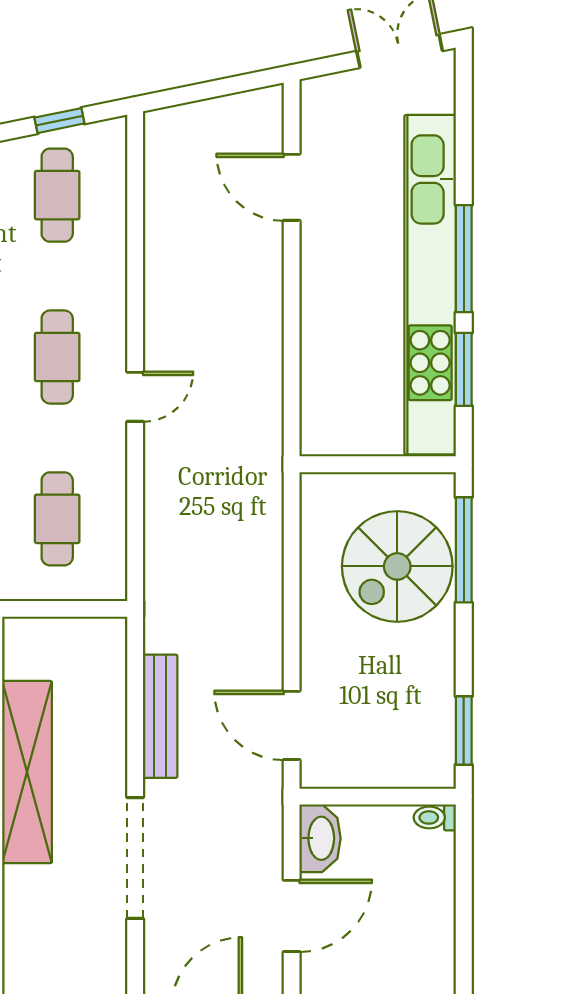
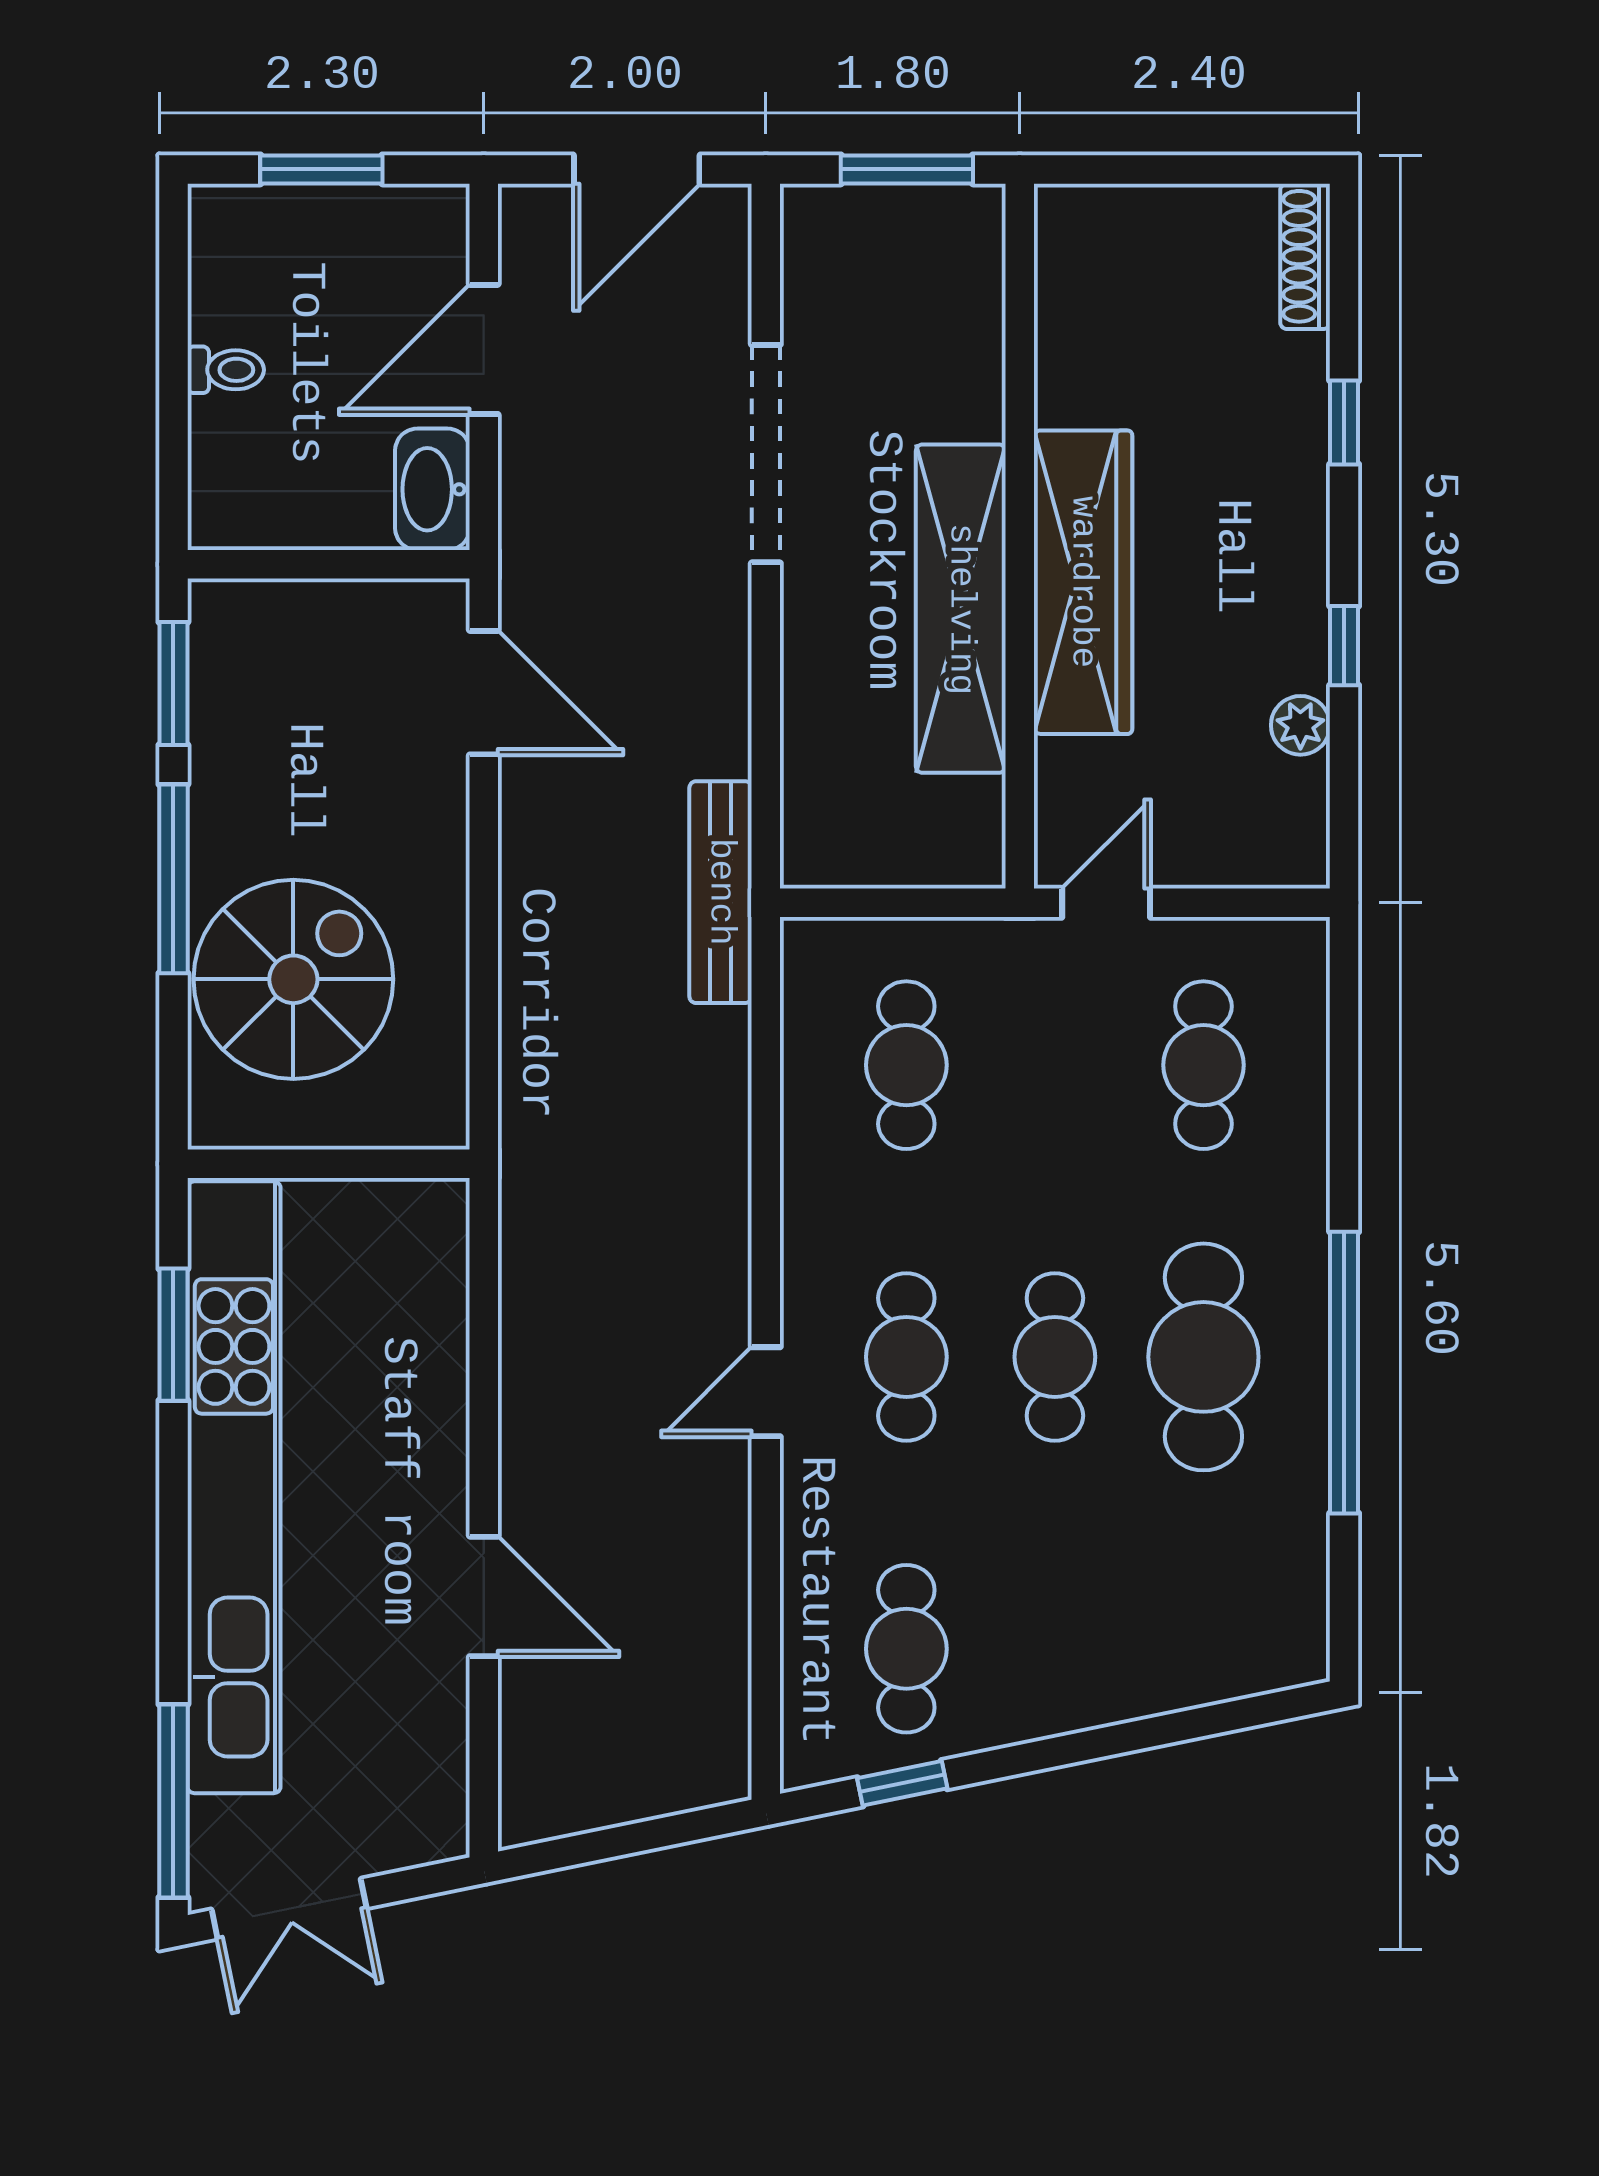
door: (292, 187) -> (484, 1596), moved
window: (464, 259) -> (173, 1801), moved
door: (135, 397) -> (766, 1392), moved
window: (464, 550) -> (173, 879), moved
bench: (160, 716) -> (721, 892), moved
toilet: (435, 817) -> (226, 370), moved

